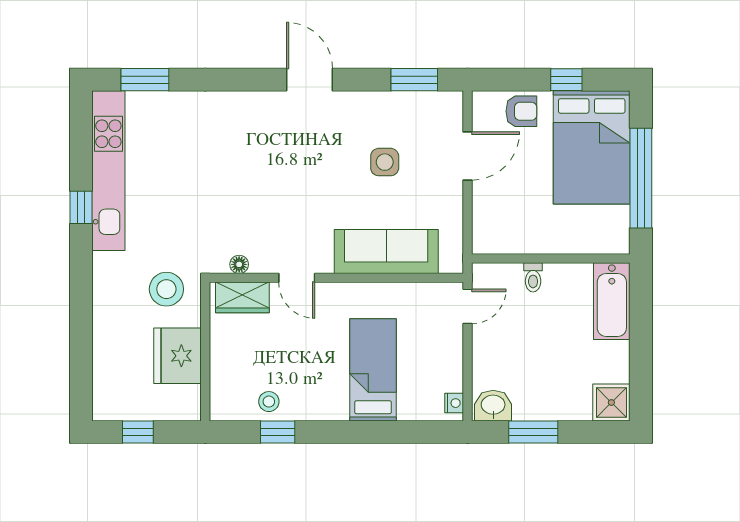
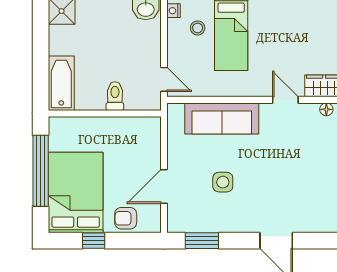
toilet: (533, 277) -> (115, 96), width x1.37, depth x1.39
door: (467, 306) -> (164, 79), swing flipped
stool: (269, 402) -> (198, 28), moved

